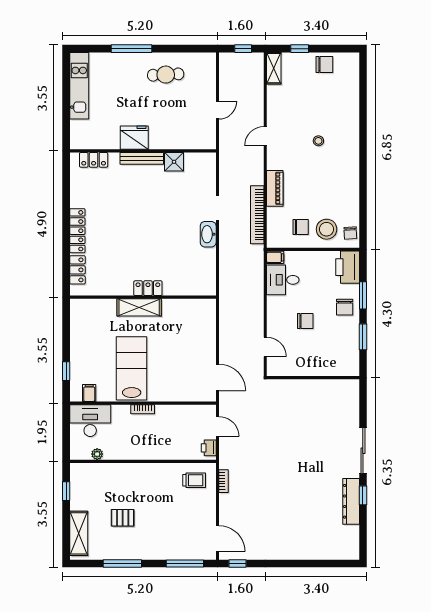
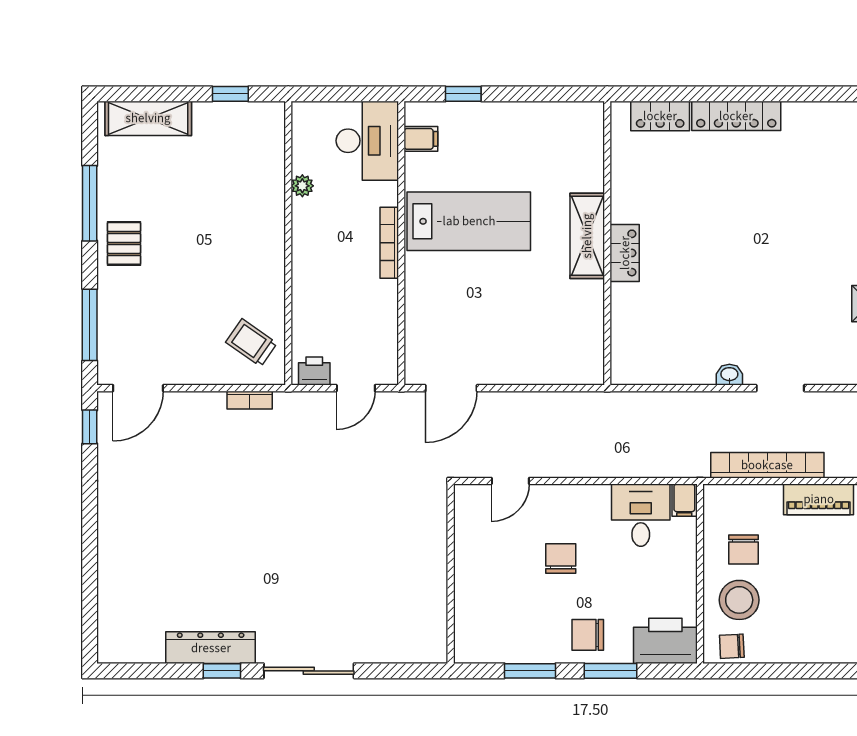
washbasin: (208, 234) -> (729, 375), width x0.52, depth x0.69
chair: (305, 321) -> (561, 558), turned 180
bookcase: (143, 409) -> (389, 243), width x1.56
plant: (97, 454) -> (302, 186), moved
trolley: (194, 480) -> (251, 343), turned 125
pallet: (123, 518) -> (124, 243), moved

